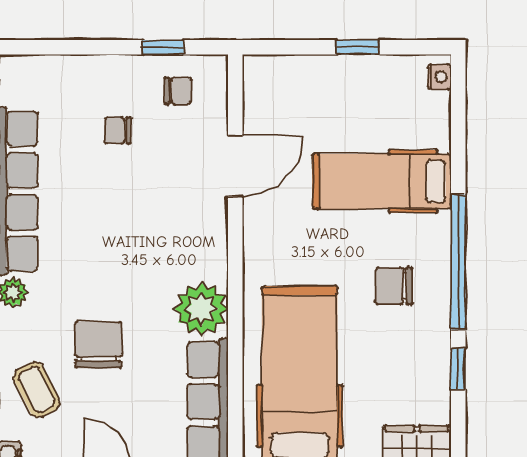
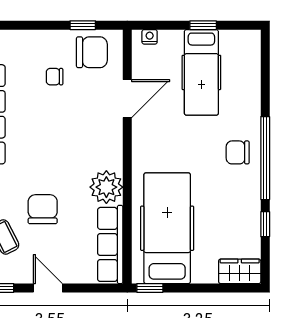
nightstand: (440, 77) -> (150, 37), moved, turned -90
chair: (178, 91) -> (92, 52), width x1.87, depth x1.87
hospital bed: (382, 181) -> (201, 72), moved, turned -90
chair: (394, 286) -> (238, 152), moved

